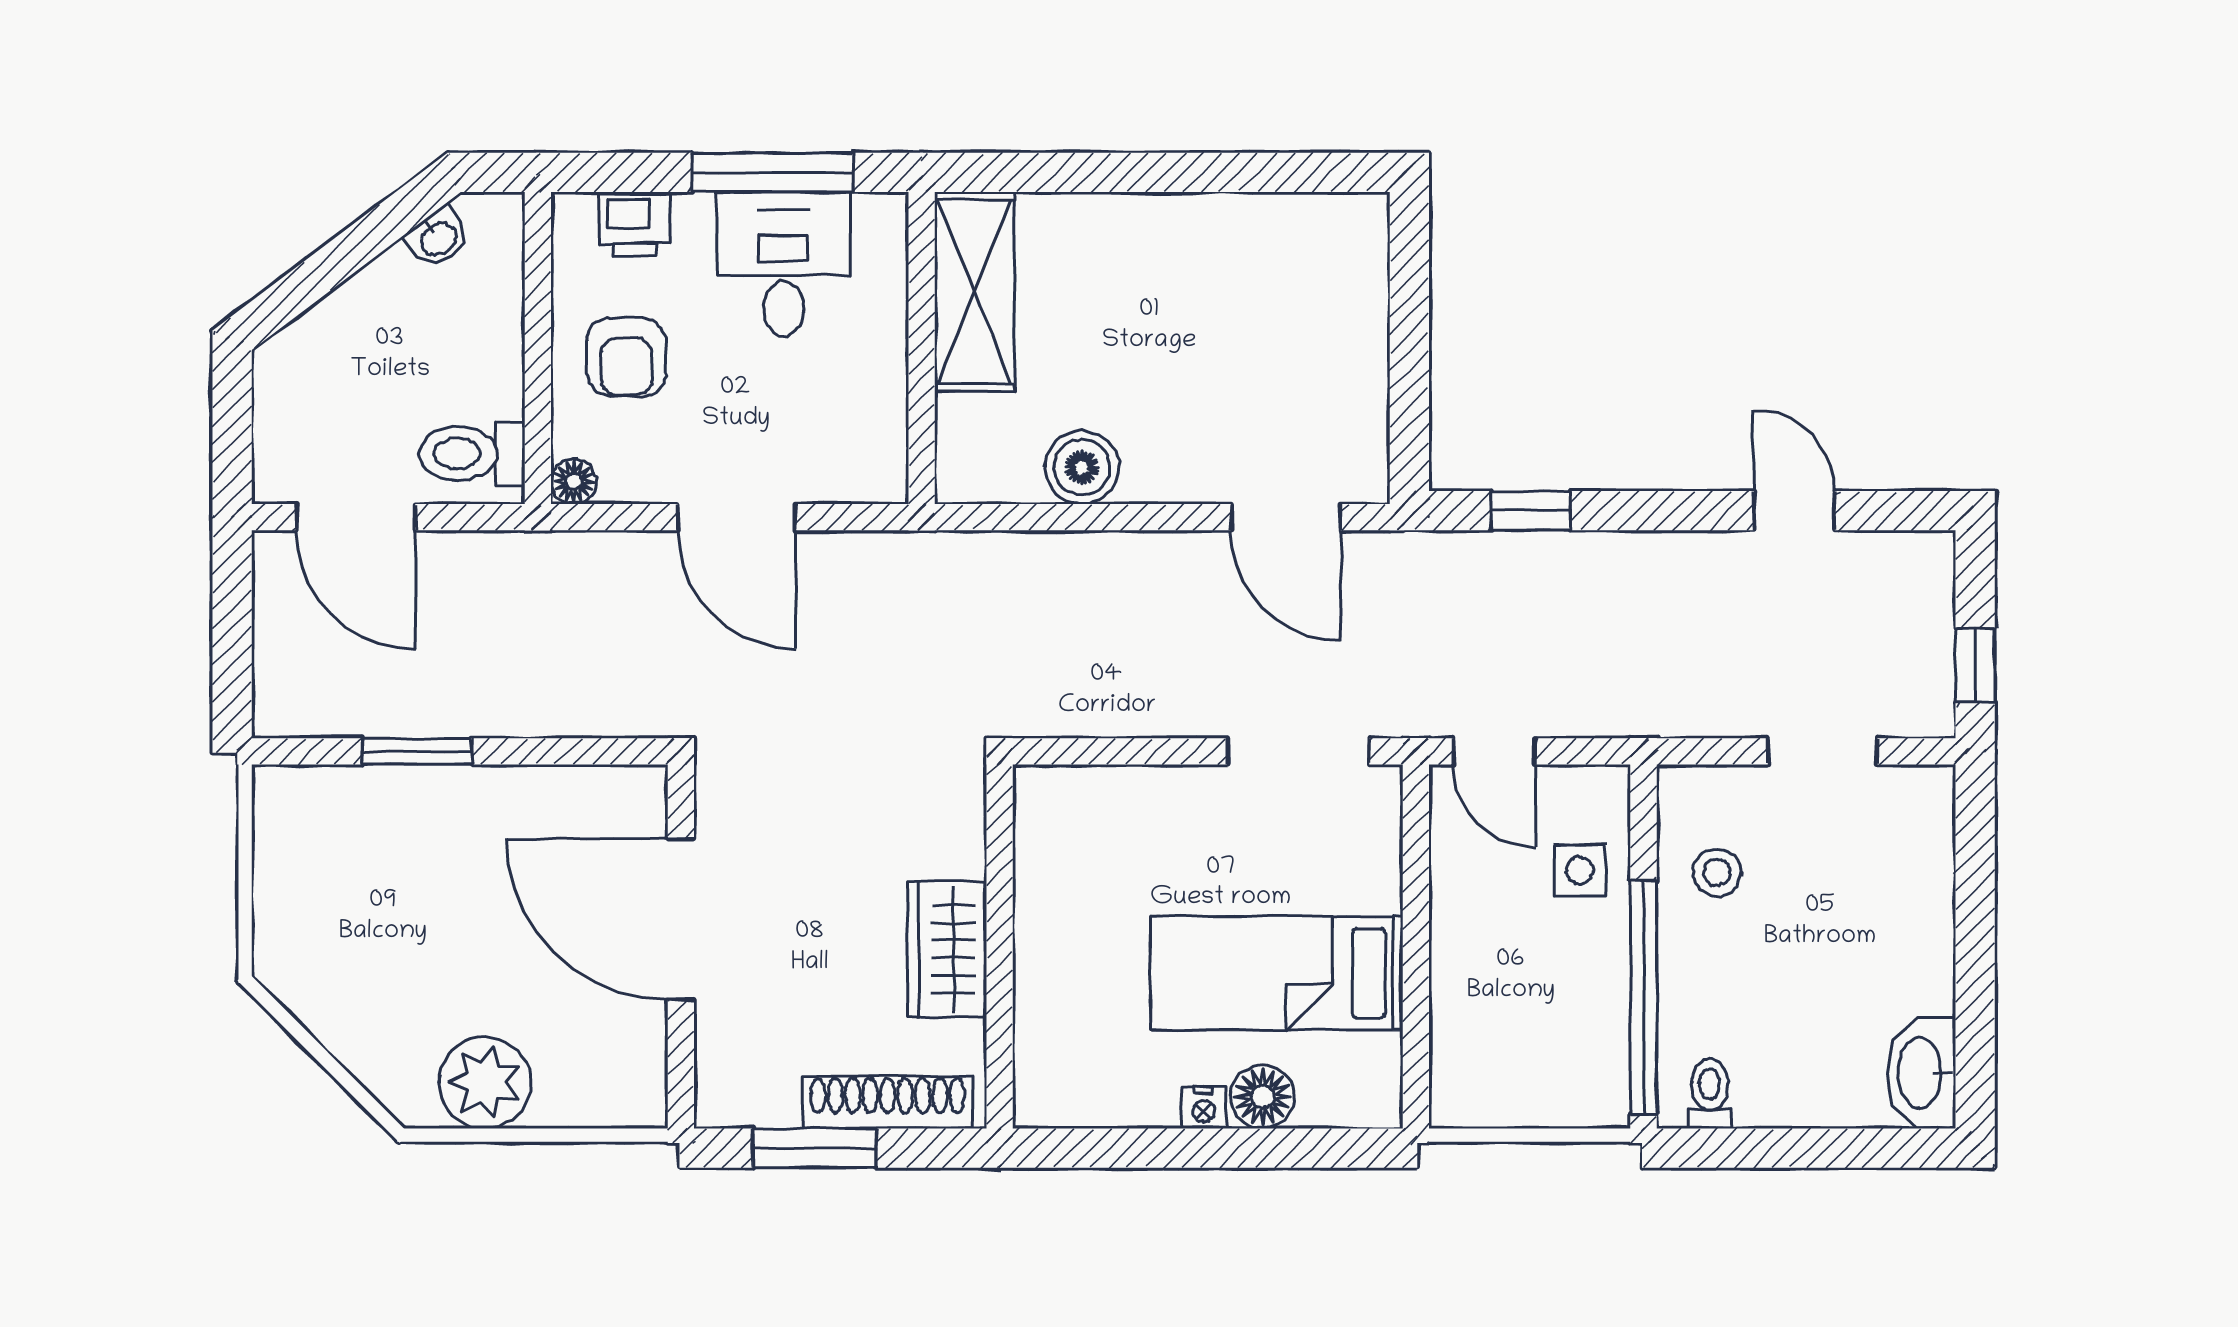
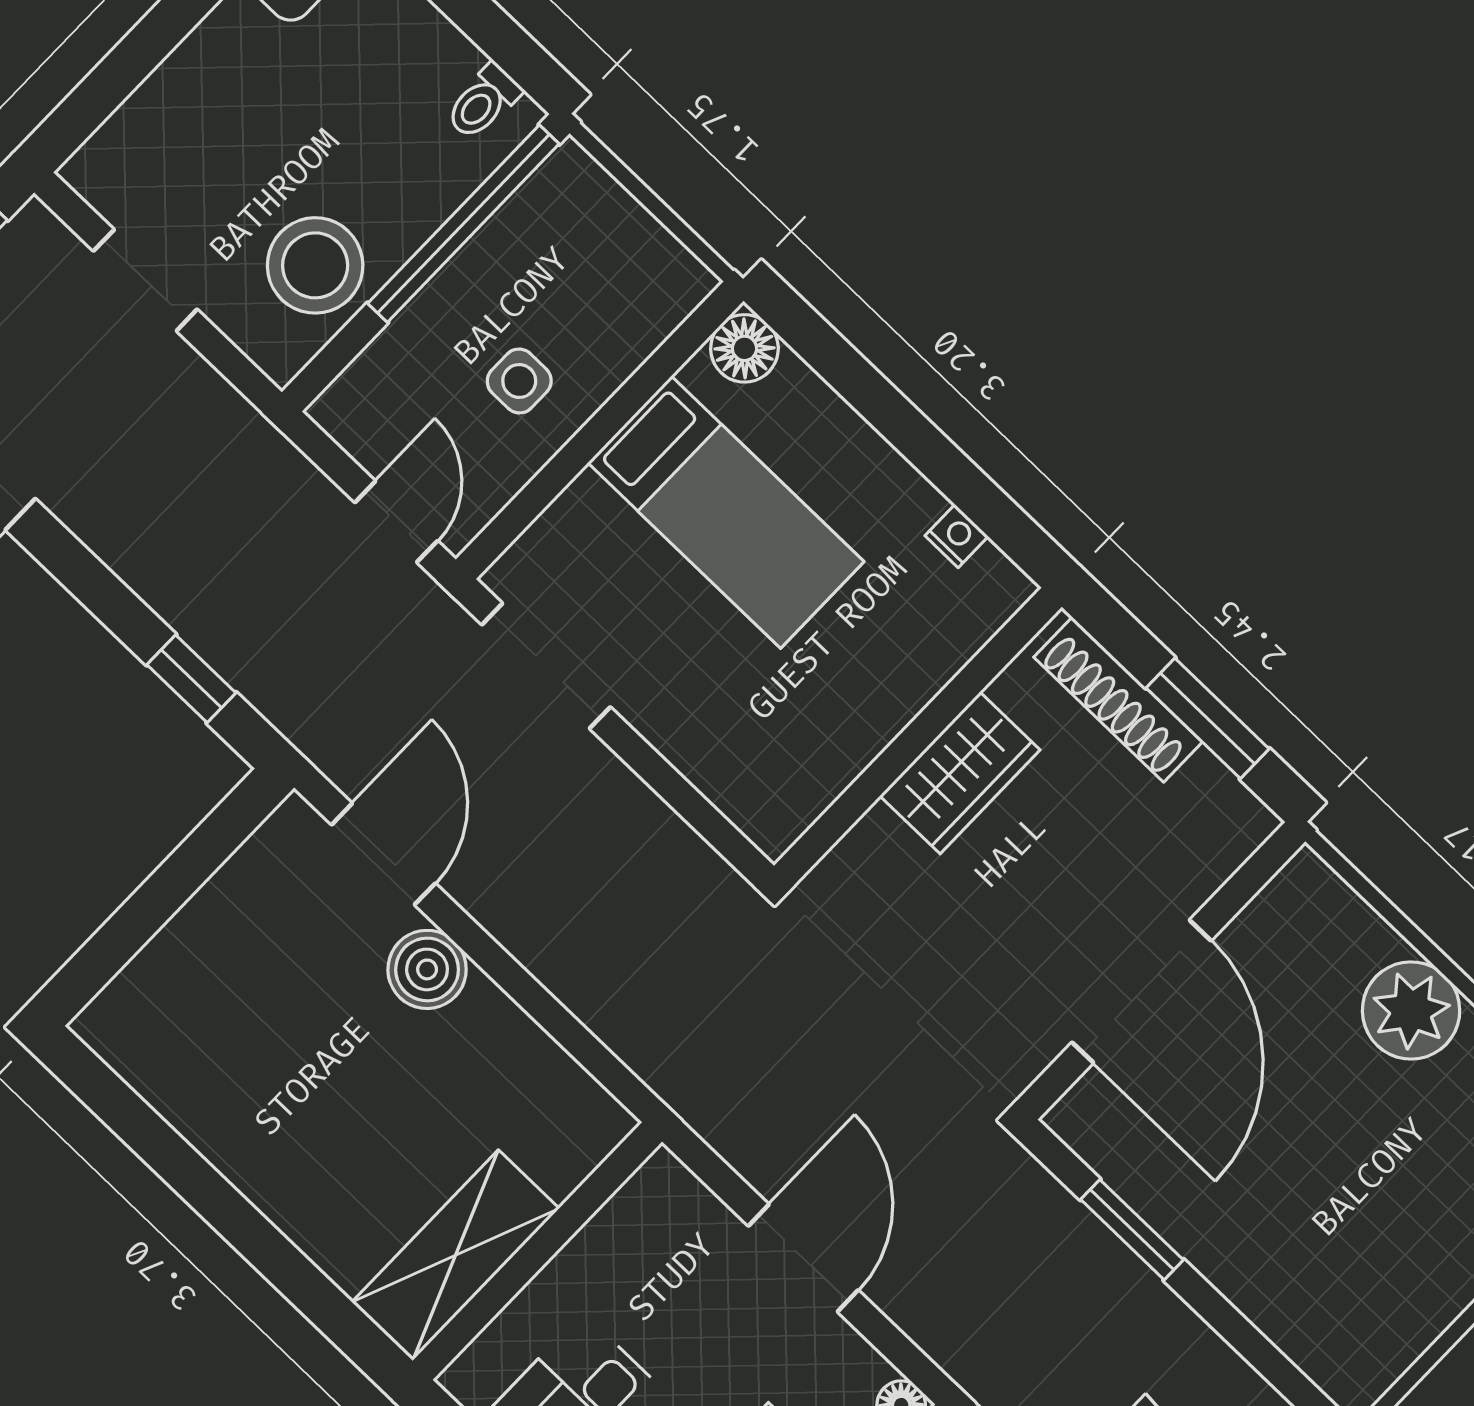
boiler: (1082, 467) -> (427, 969), moved
window: (417, 751) -> (1132, 1230), moved
side table: (1580, 870) -> (519, 381), moved
stool: (1717, 872) -> (315, 265), width x1.89, depth x1.89
floor lamp: (1263, 1097) -> (744, 348), moved
nightstand: (1204, 1108) -> (957, 536), moved

